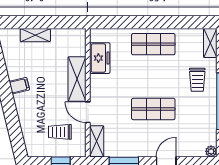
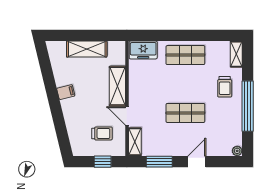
shelving: (35, 35) -> (87, 49), width x1.50, depth x1.33
freezer: (100, 58) -> (143, 50), moved, turned 90
trolley: (60, 132) -> (102, 133), turned 180

